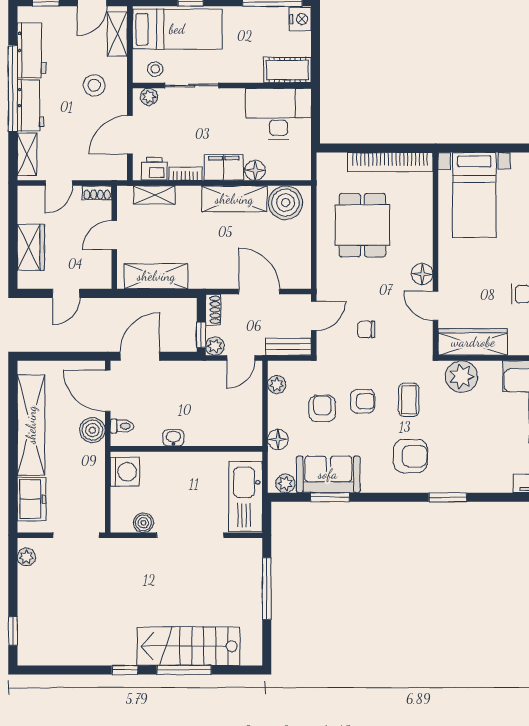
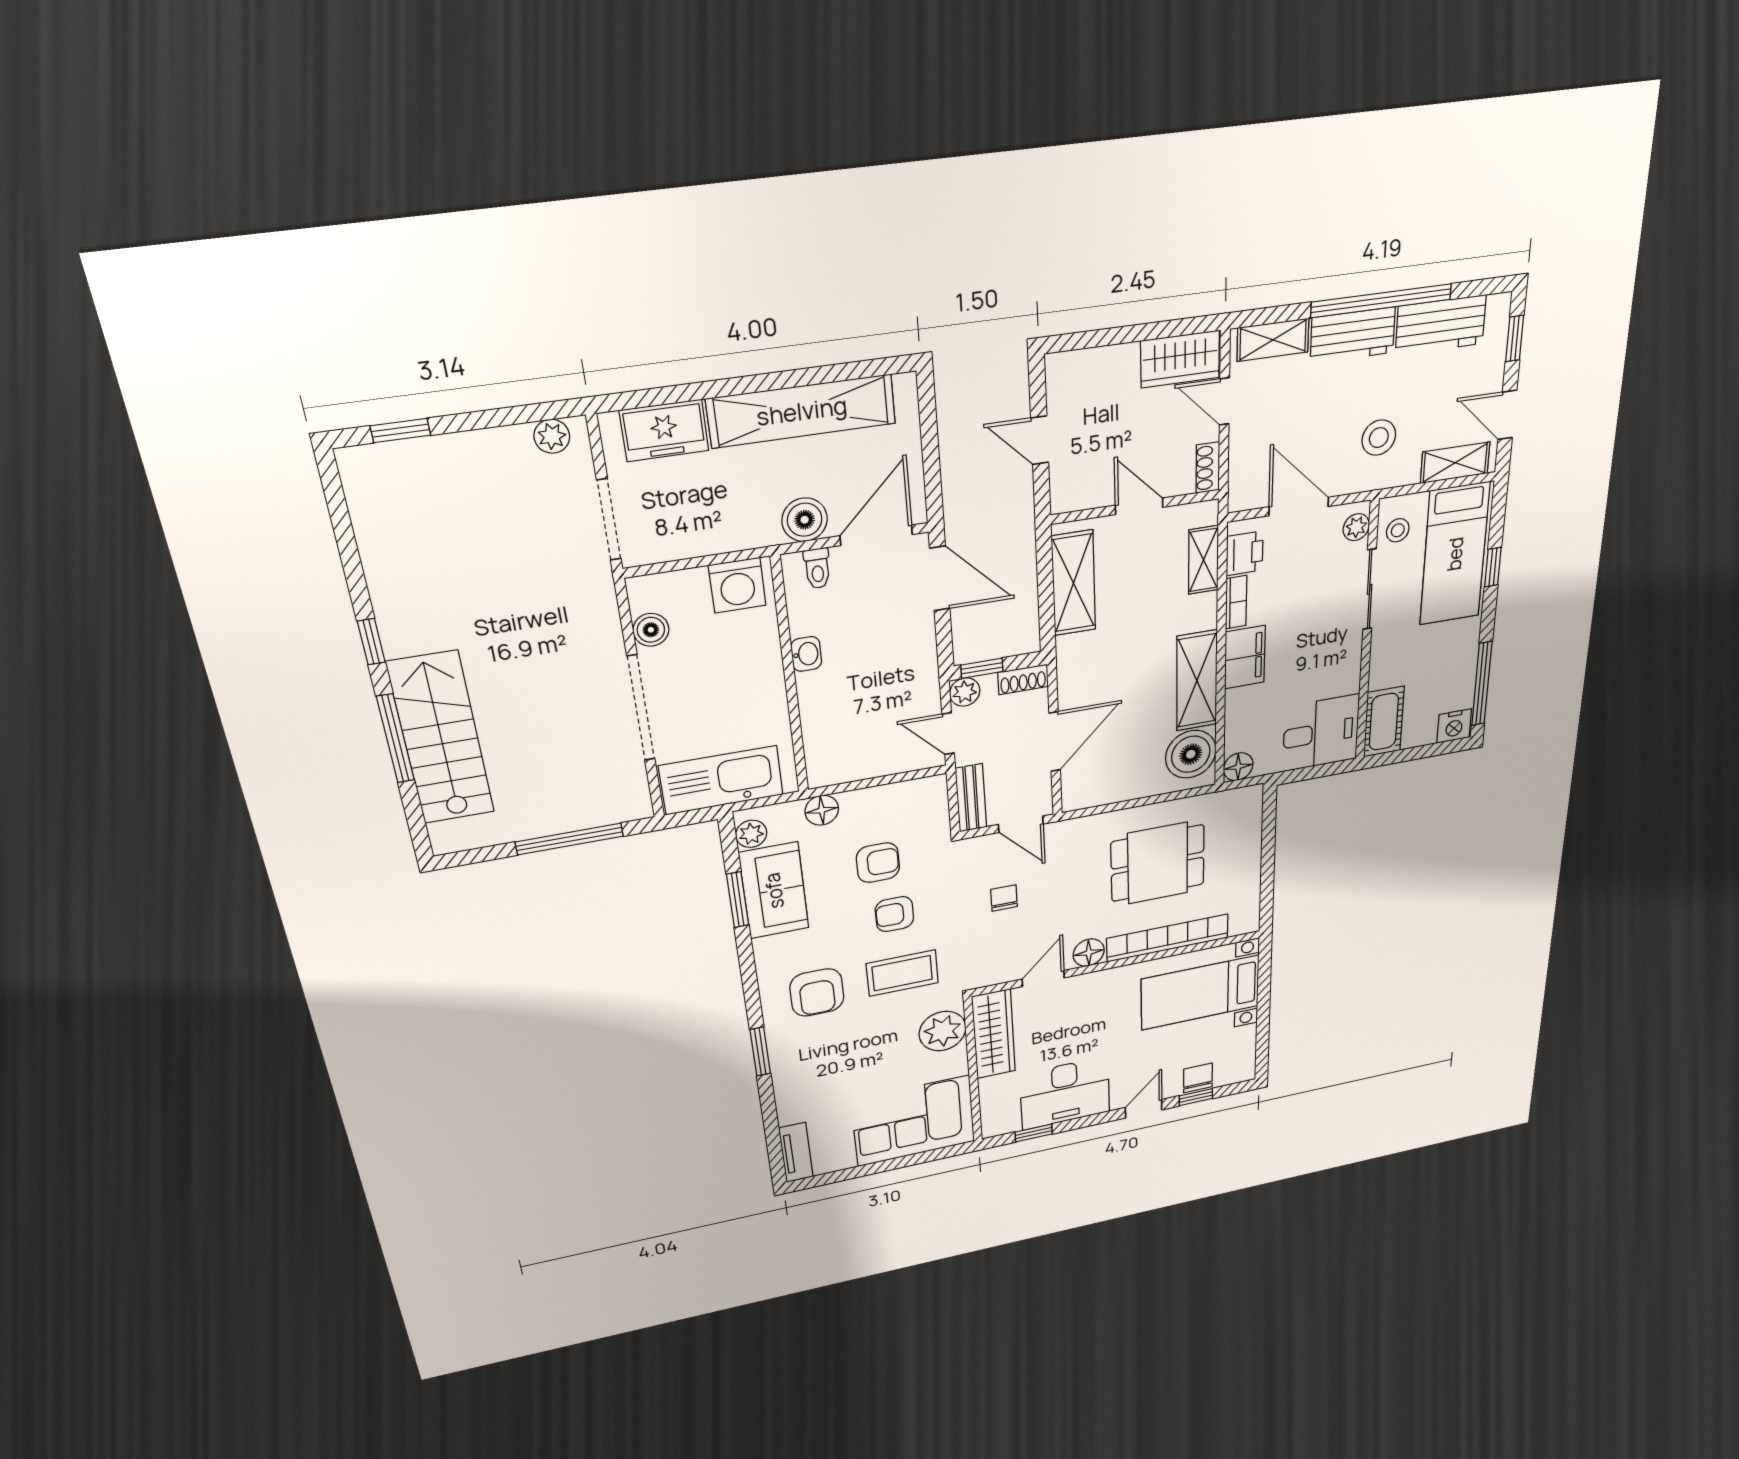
desk: (278, 114) -> (1321, 733), width x0.73
bookcase: (390, 162) -> (1168, 938), moved, turned 90
floor lamp: (255, 170) -> (1238, 767), moved
wardrobe: (31, 247) -> (1180, 359), moved
plant: (277, 385) -> (910, 793), removed
coffee table: (409, 400) -> (902, 973), width x1.36, depth x1.30
armchair: (362, 401) -> (894, 914), turned 90

